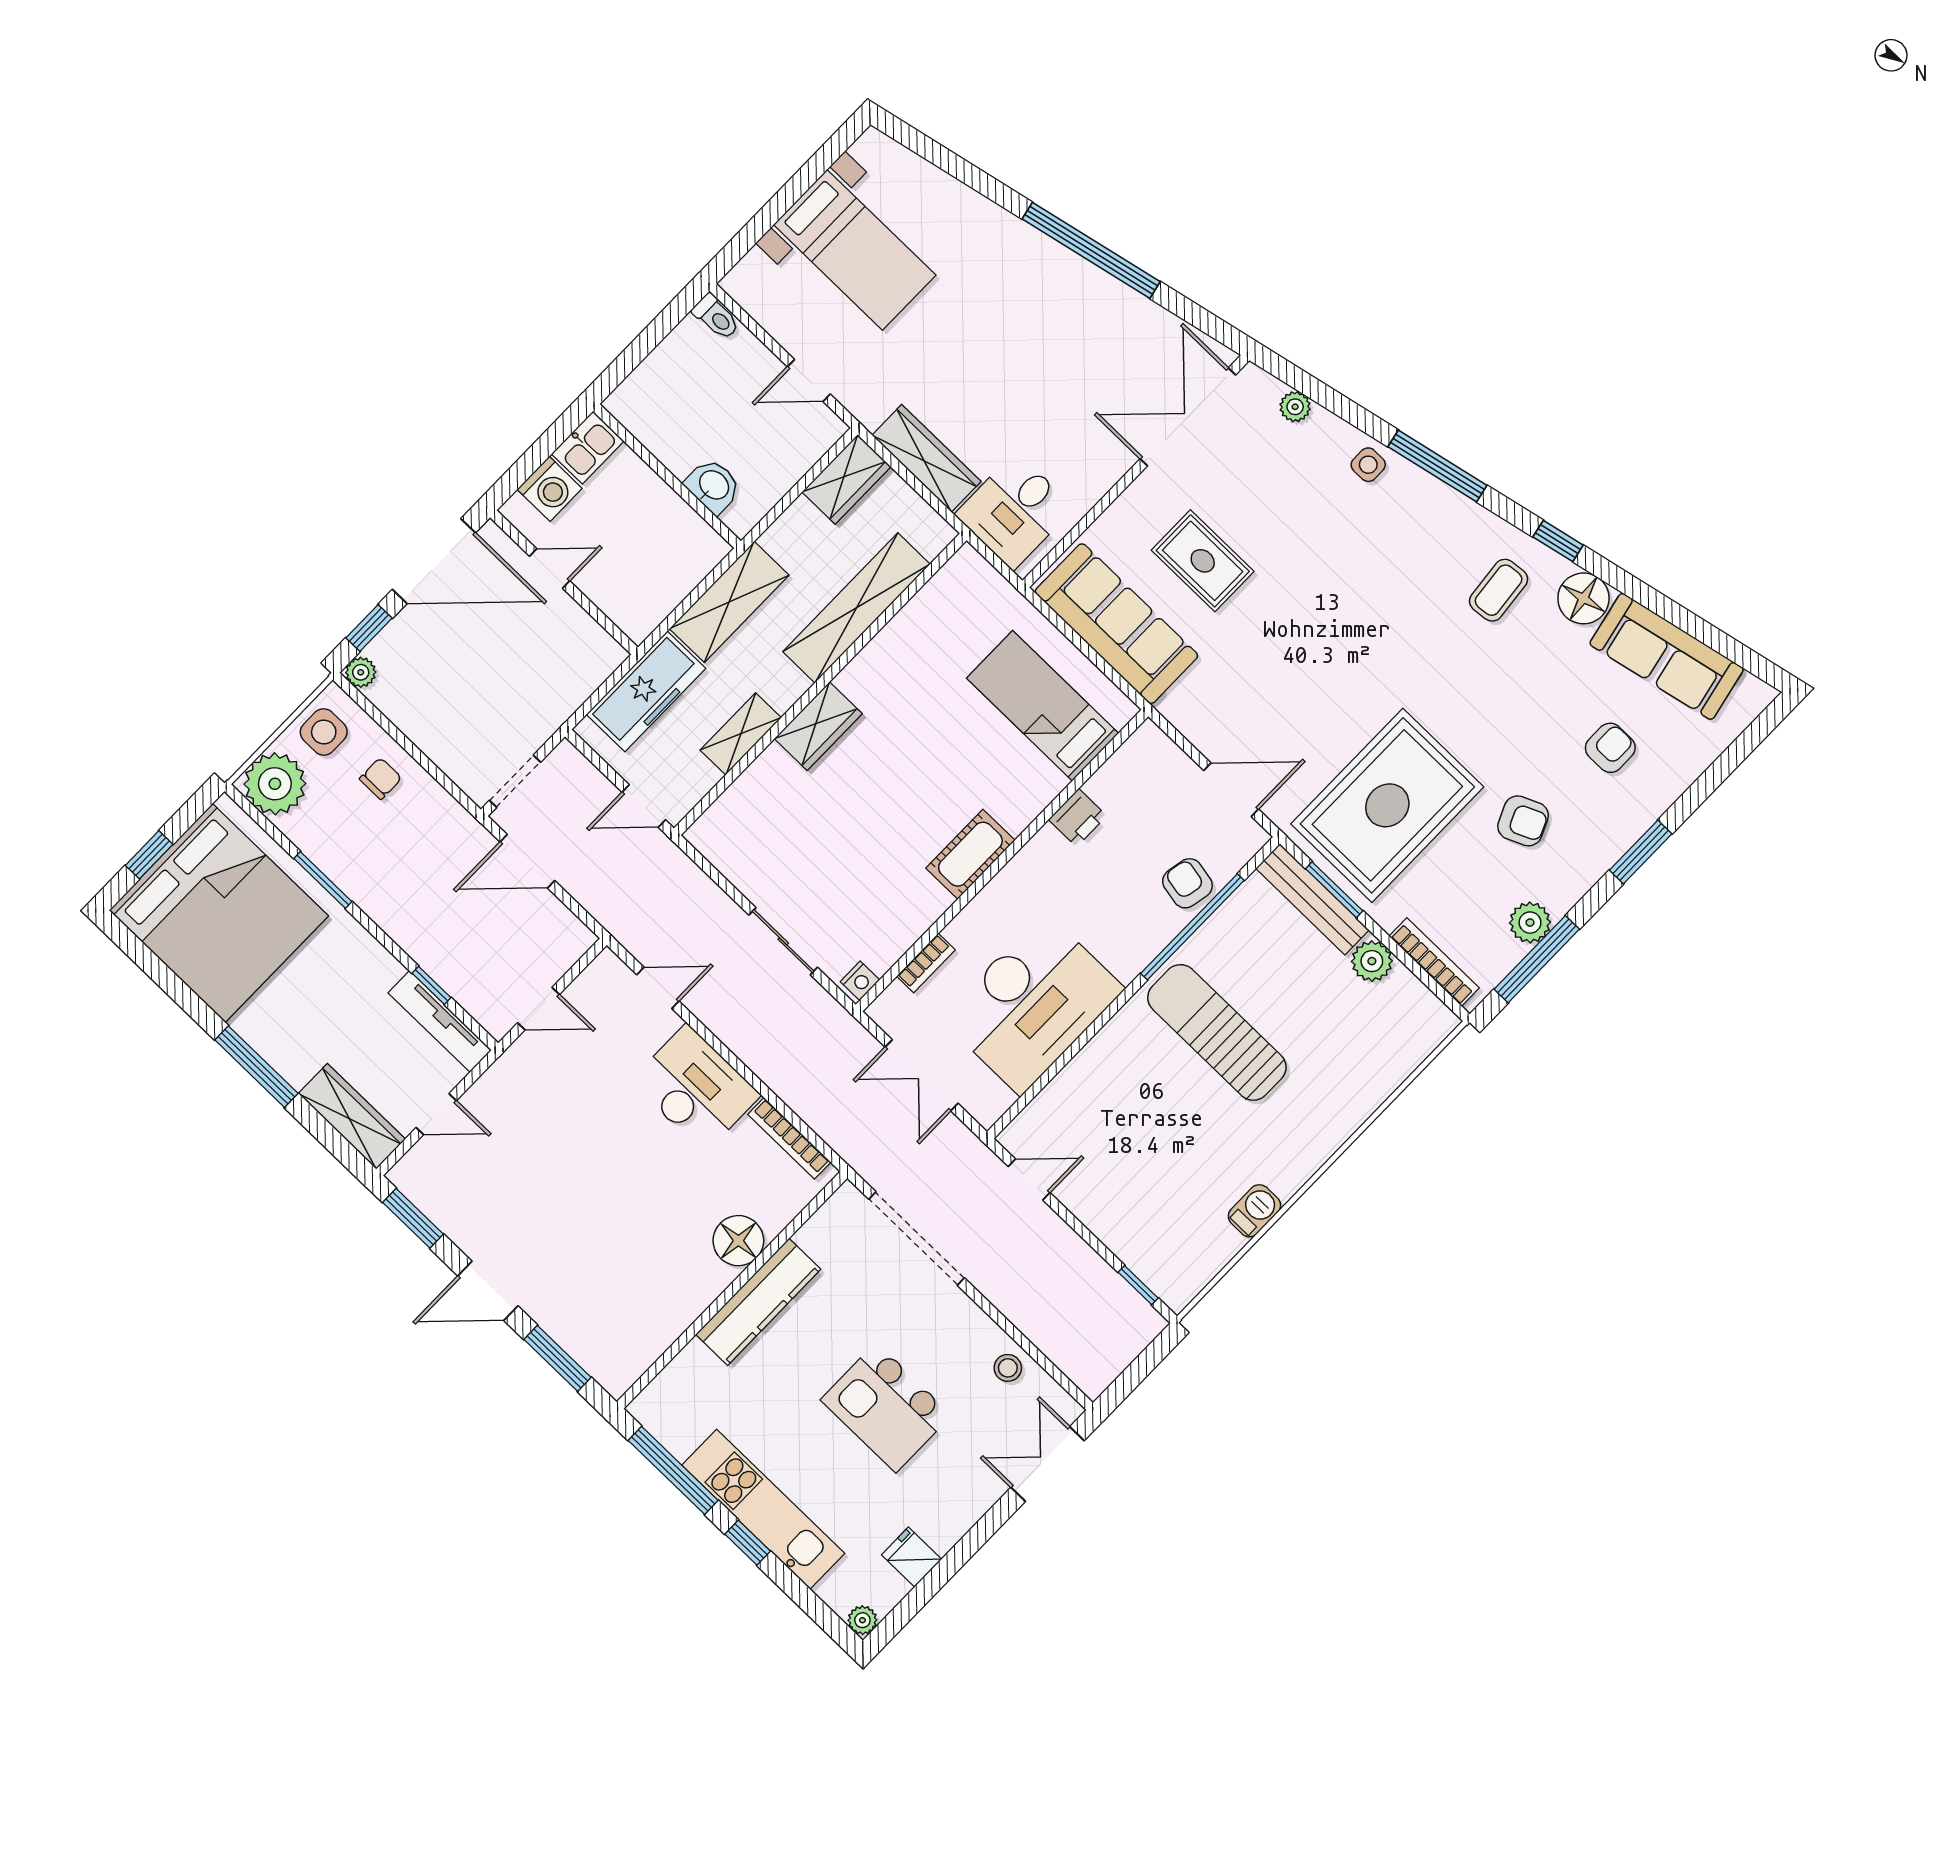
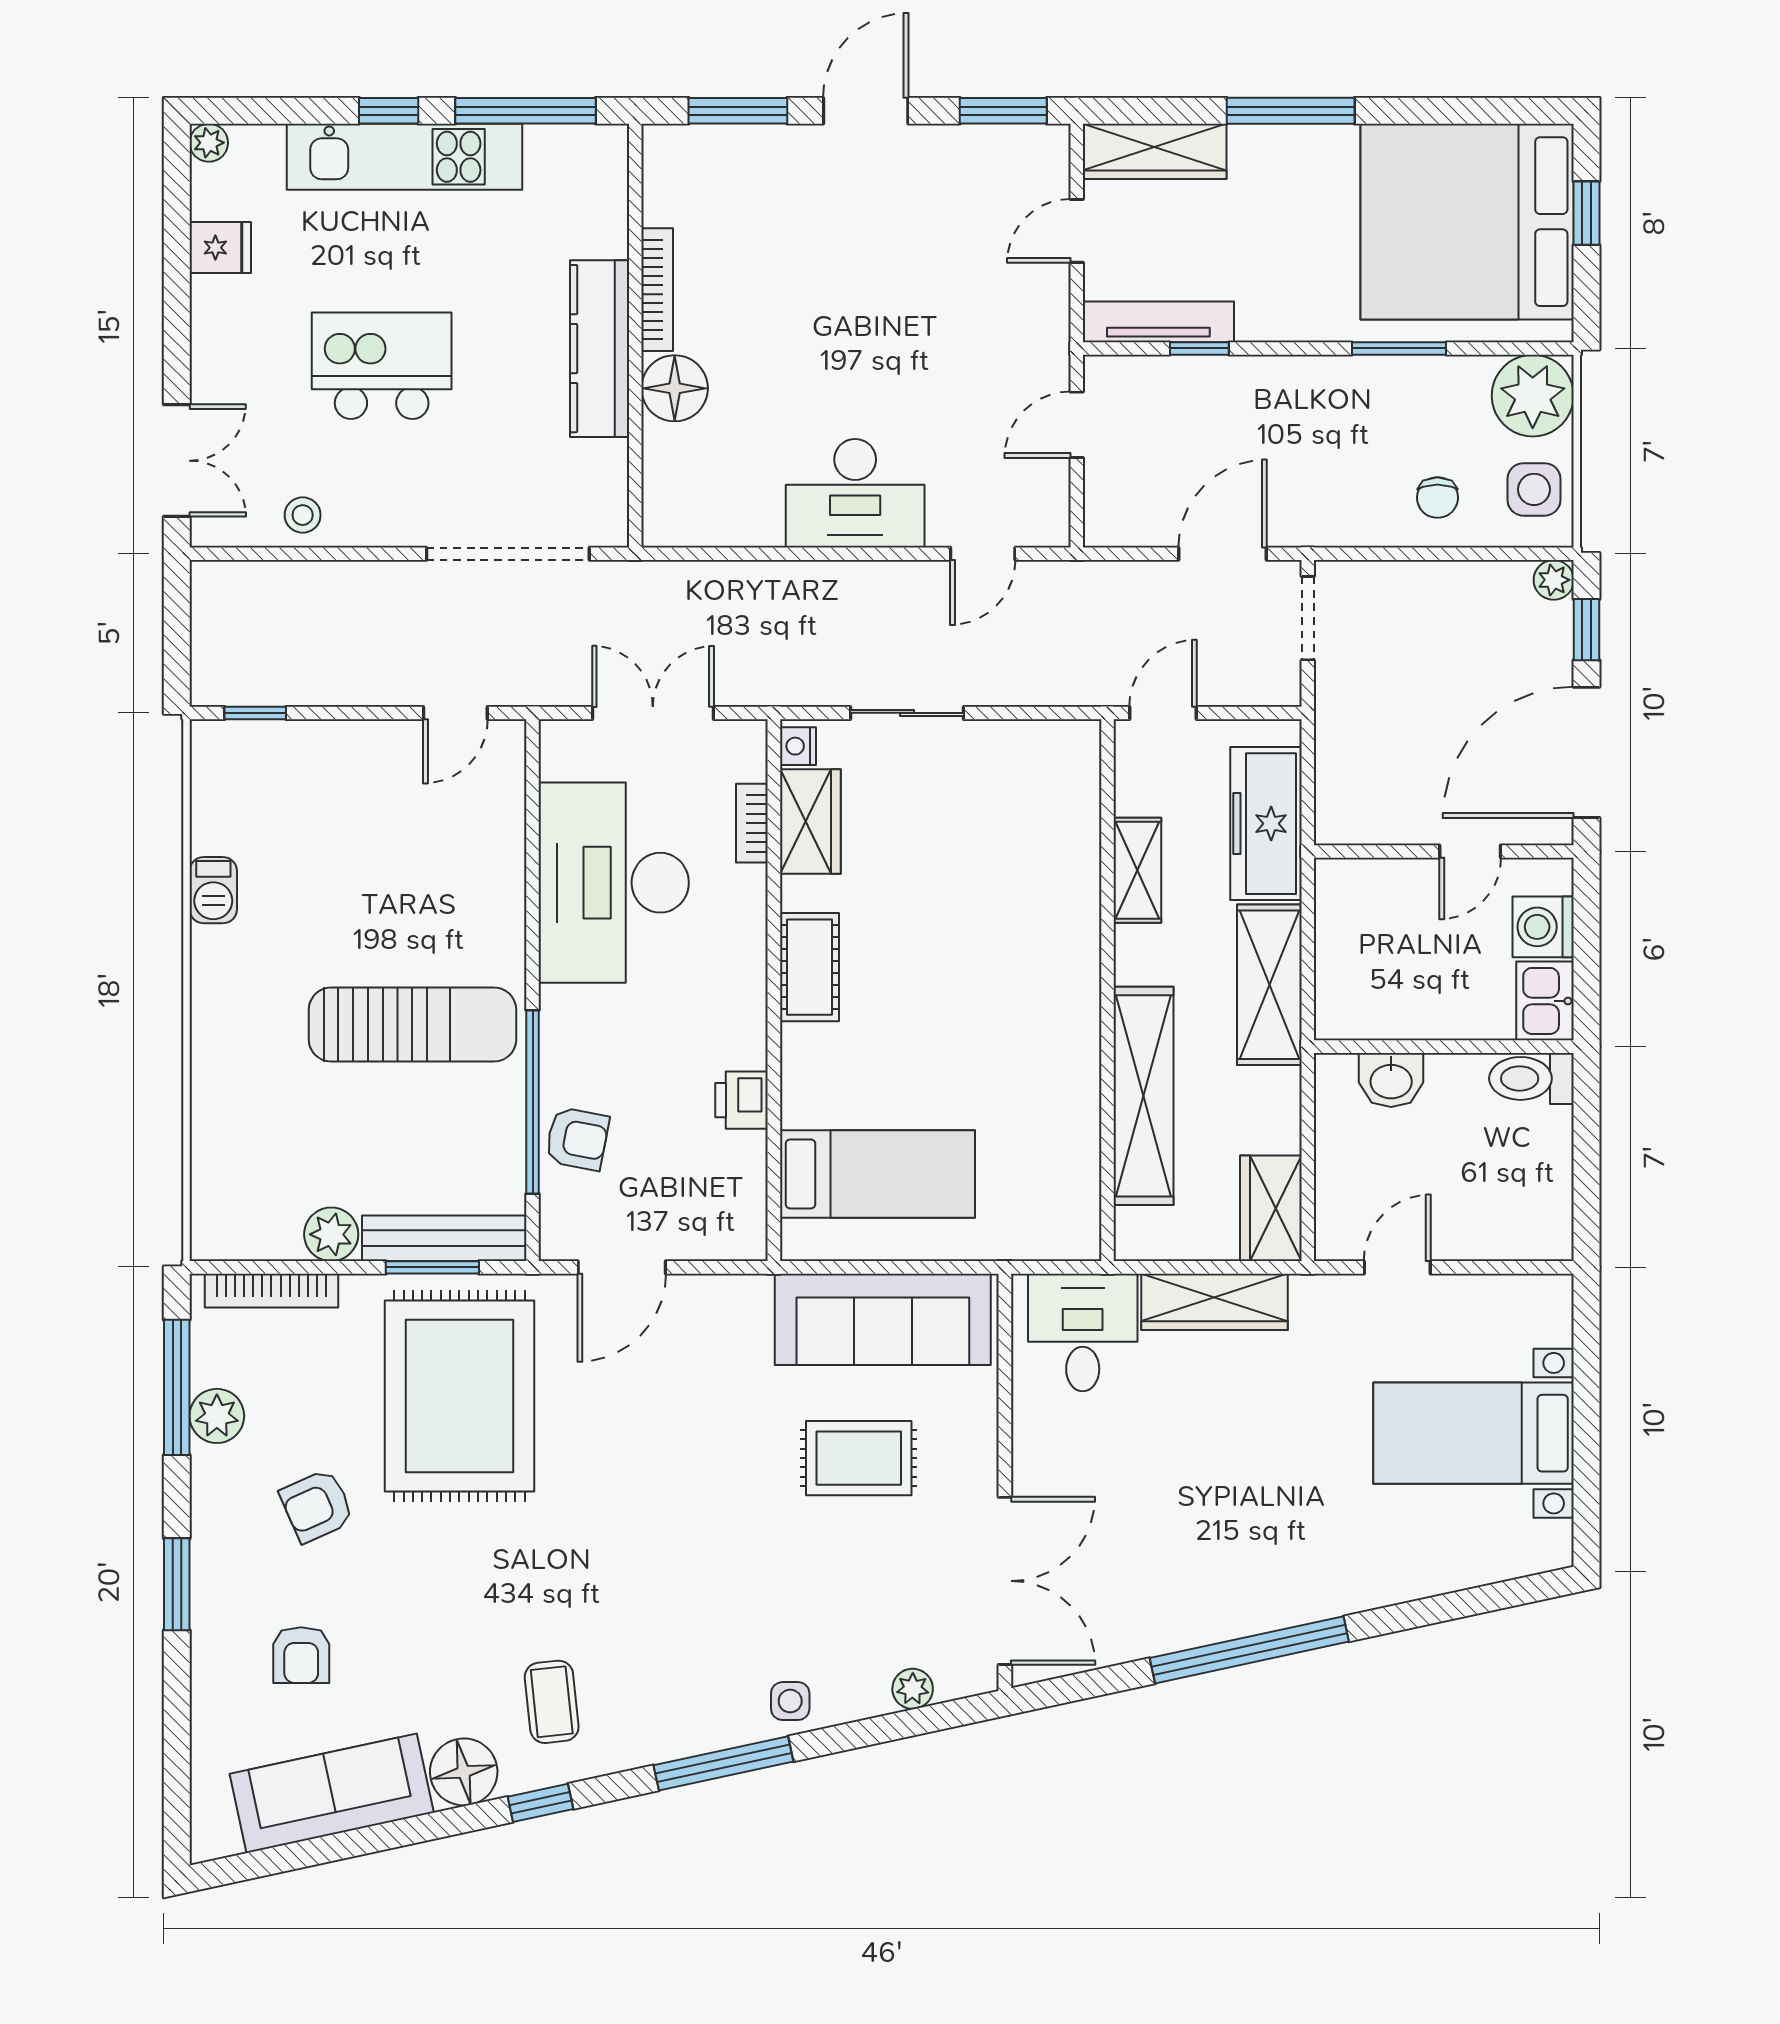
toilet: (716, 317) -> (1531, 1078), moved, width x1.37, depth x1.39
wardrobe: (818, 726) -> (810, 822), moved, turned 180
bookcase: (789, 1138) -> (657, 290), moved, turned 90

